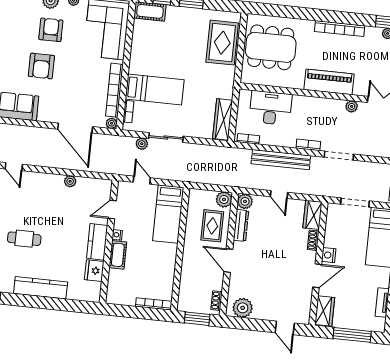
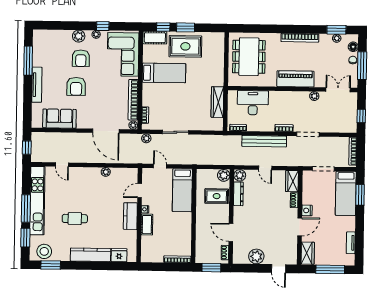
armchair: (51, 30) -> (81, 58), turned 180
rug: (222, 43) -> (185, 46), moved, turned 90
dining table: (271, 47) -> (249, 57), turned 90
bed: (155, 89) -> (164, 73), moved
wardrobe: (223, 119) -> (217, 102), moved
plant: (142, 144) -> (146, 138), moved
rug: (212, 226) -> (217, 196), turned 90
door: (228, 261) -> (231, 233), moved
fridge: (94, 271) -> (119, 255), moved, turned 90
plant: (243, 308) -> (256, 256), moved

